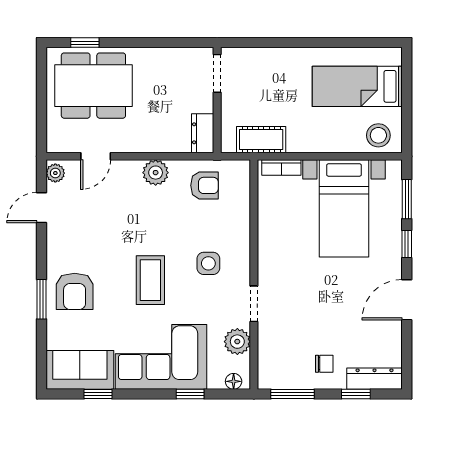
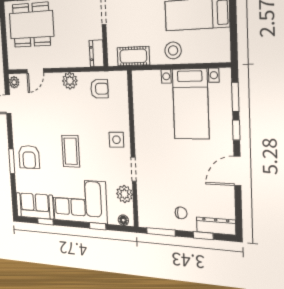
stool: (378, 135) -> (173, 50), moved
bookcase: (281, 168) -> (147, 75), removed
side table: (208, 263) -> (116, 140), moved

